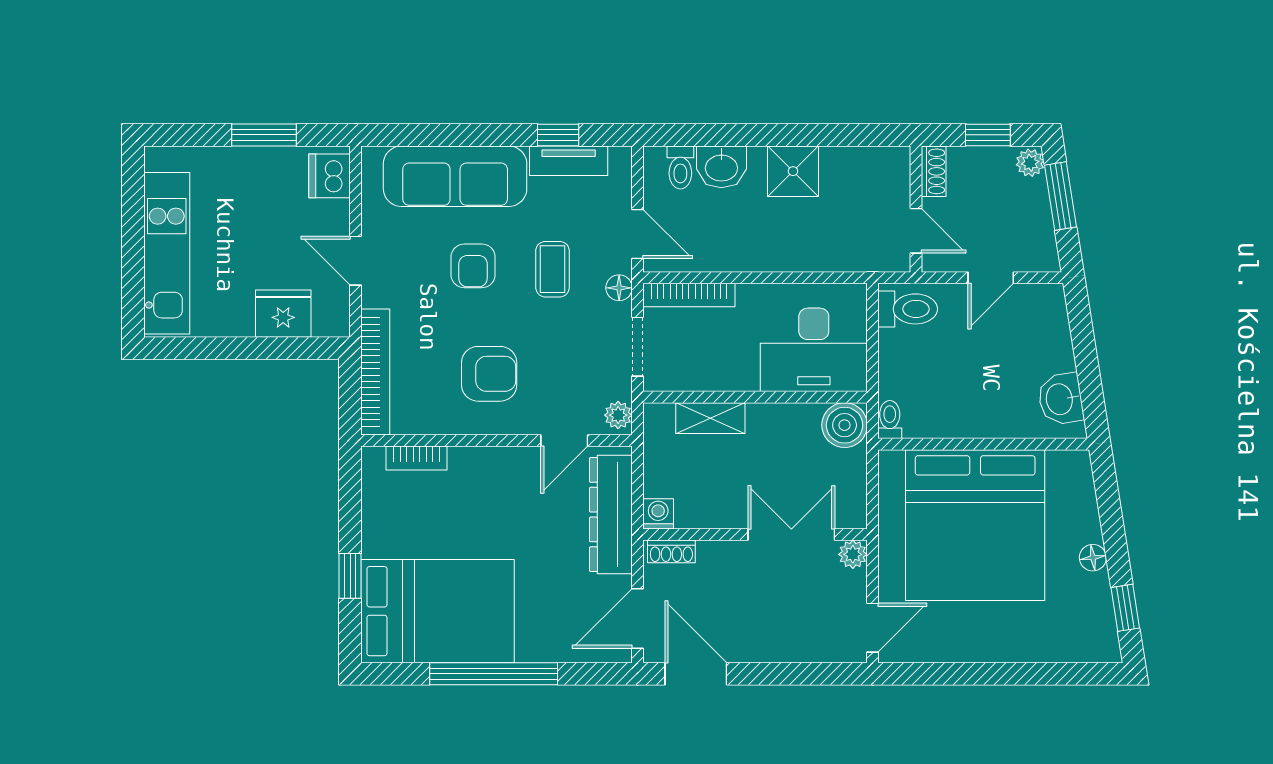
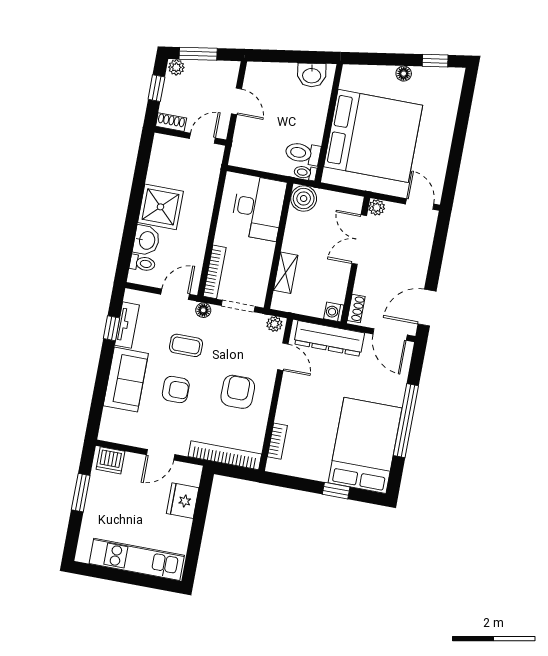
shower: (793, 171) -> (160, 207), width x1.36, depth x1.36
sofa: (455, 176) -> (126, 380), width x0.73
toilet: (908, 309) -> (303, 153), moved, turned -90

